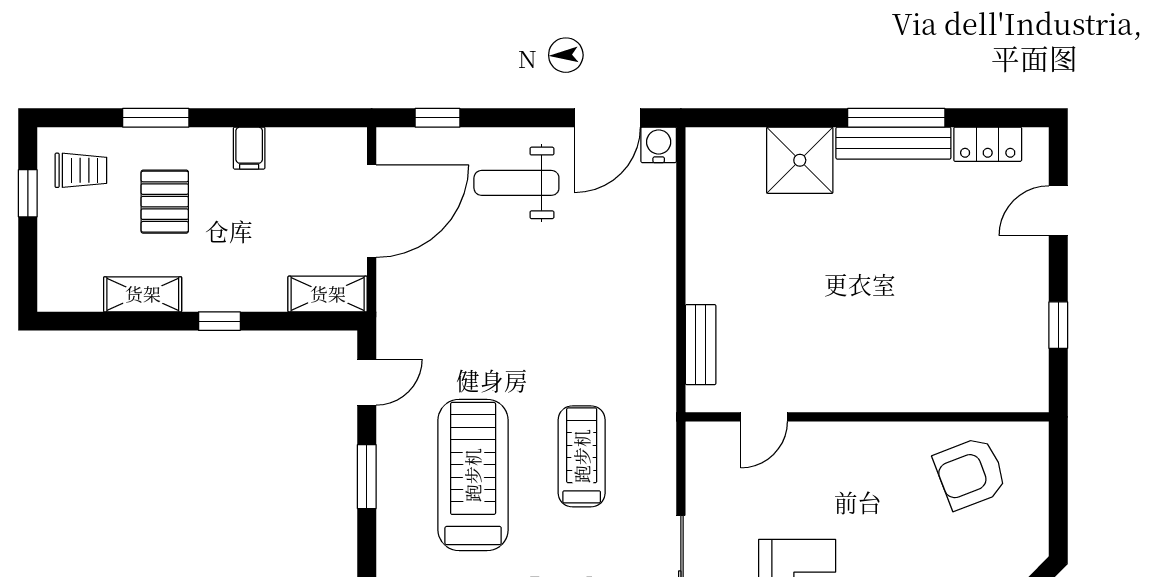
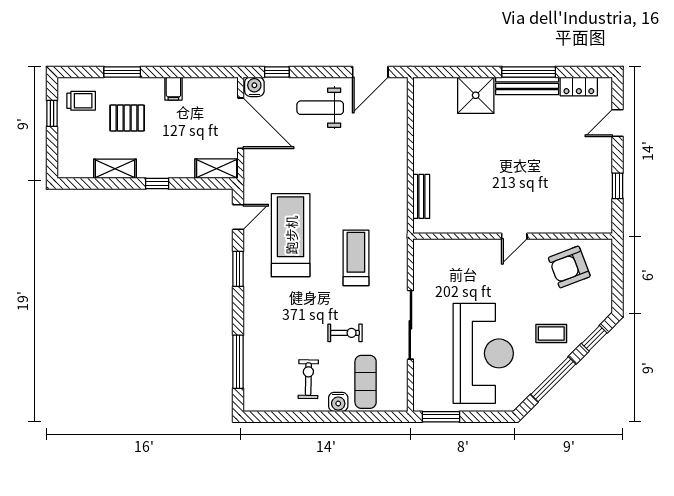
water cooler: (659, 145) -> (254, 87), moved
pallet: (165, 202) -> (127, 118), turned 90
door: (372, 211) -> (241, 123), hinge flipped
door: (764, 417) -> (514, 236), moved
treadmill: (473, 475) -> (291, 235), moved

